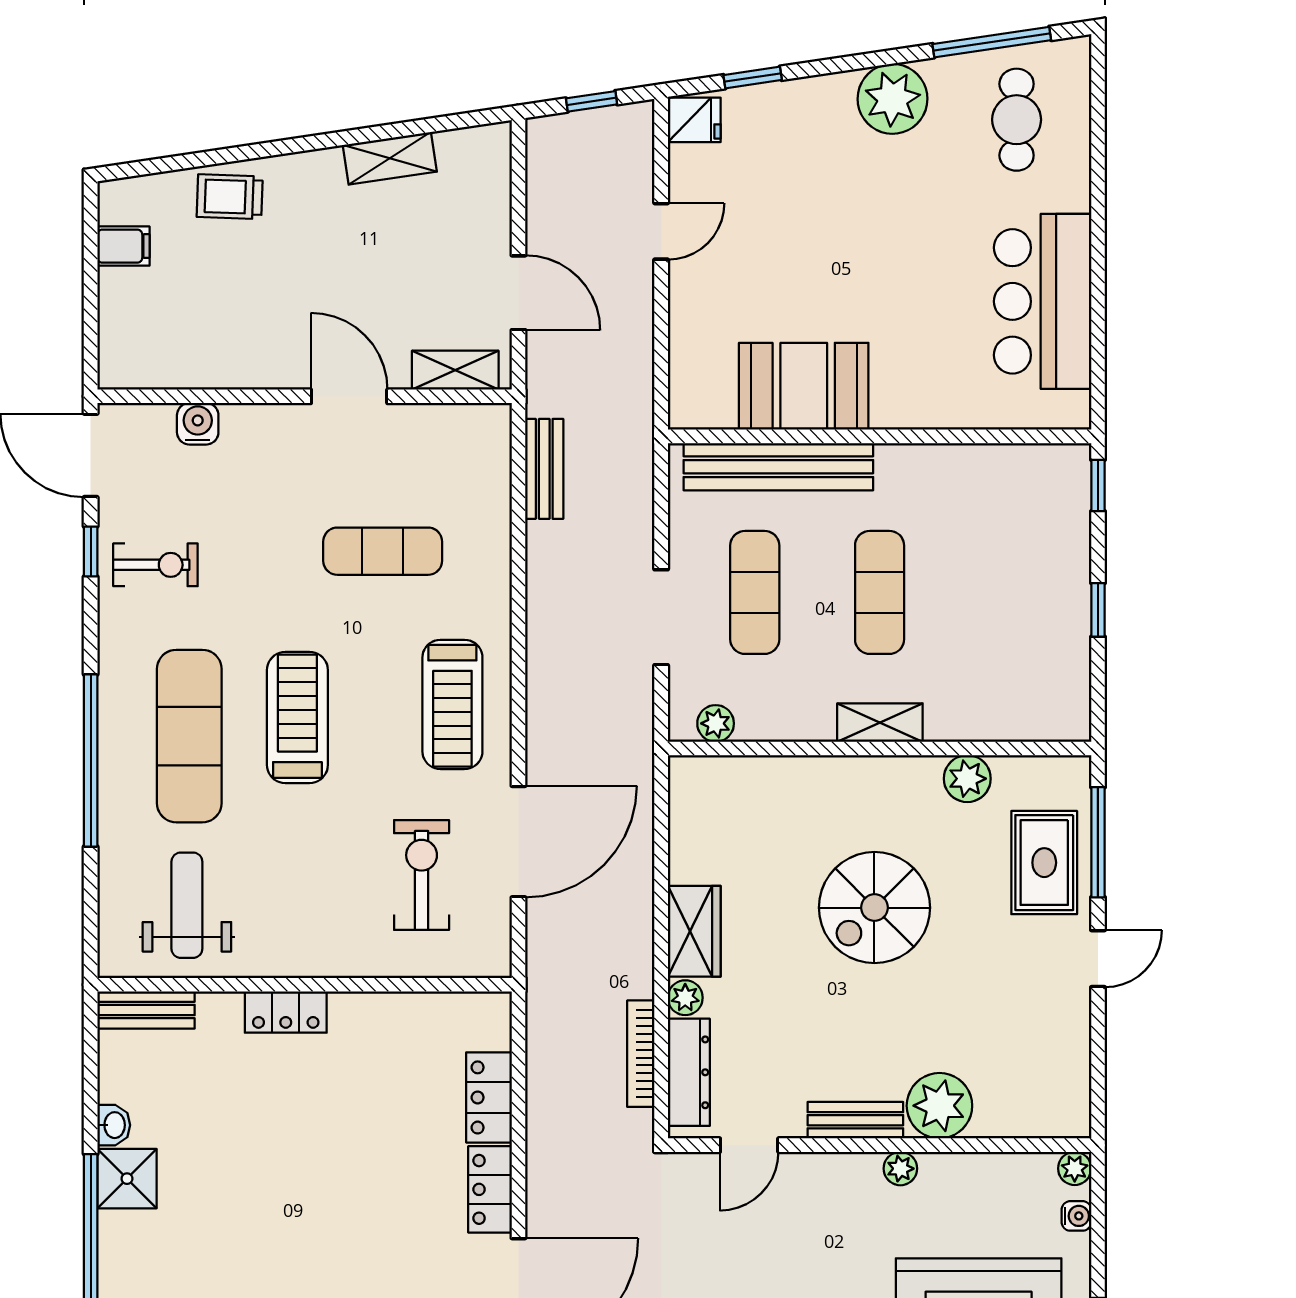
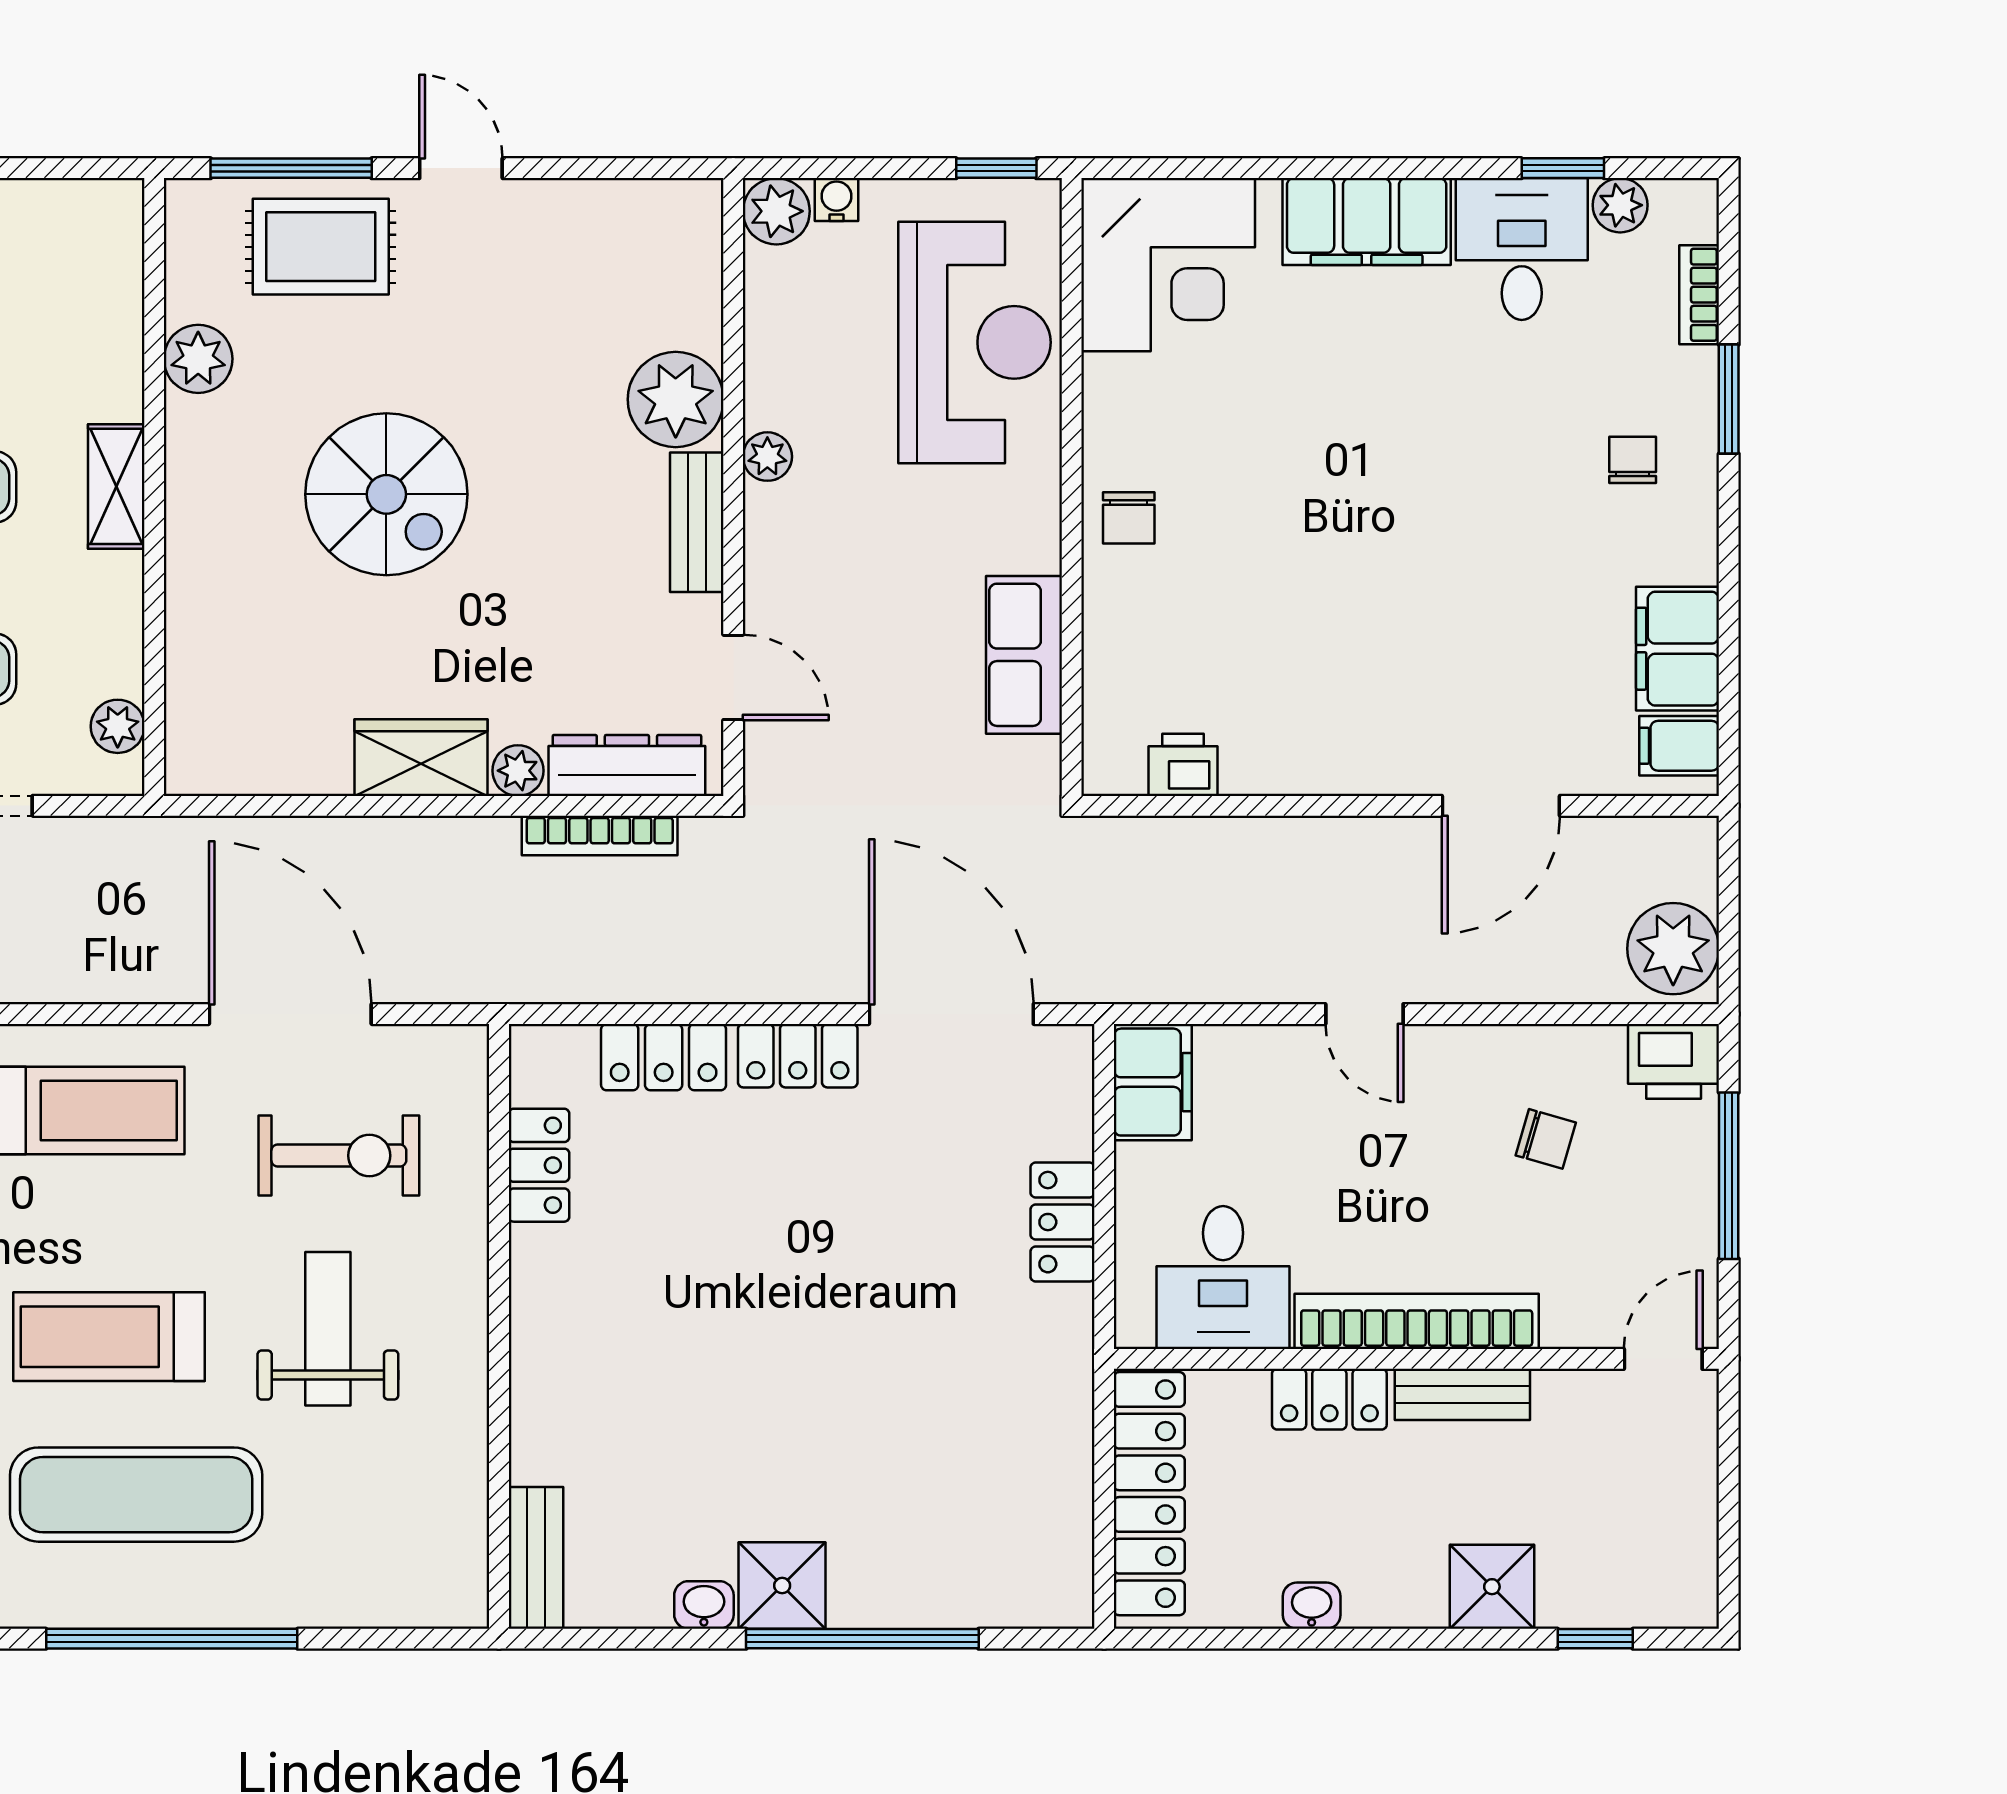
exercise bike: (422, 875) -> (339, 1156), turned 180
weight bench: (187, 905) -> (328, 1329), moved, turned 90
locker: (286, 1012) -> (539, 1165), moved
plant: (1075, 1168) -> (776, 211), width x1.38, depth x1.38

